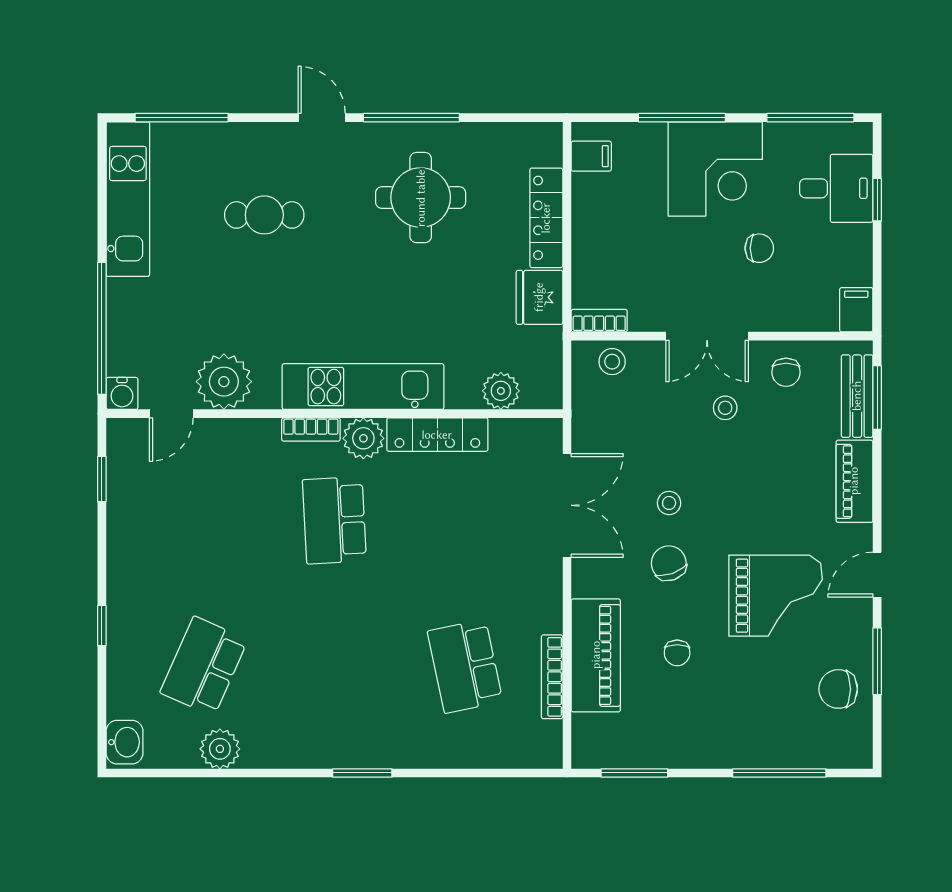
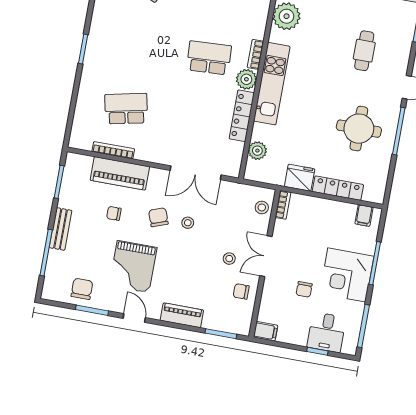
bench: (857, 396) -> (61, 229), moved, turned 90
chair: (669, 563) -> (158, 217), turned -91

